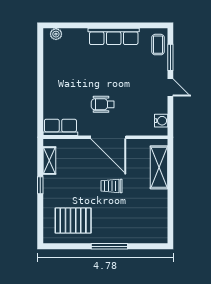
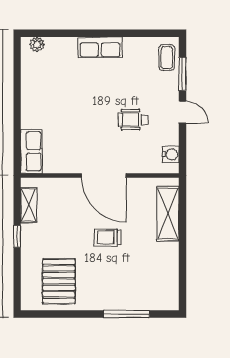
row of seats: (114, 36) -> (100, 47), width x0.68
wheelchair: (103, 104) -> (133, 120), moved
row of seats: (60, 127) -> (31, 151), moved, turned 90
pallet: (73, 221) -> (59, 281), turned 90
window: (109, 246) -> (126, 314), moved

